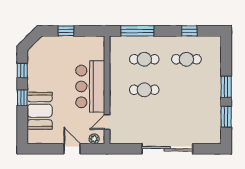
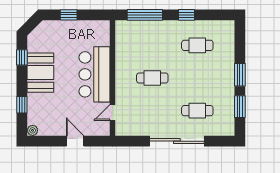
window: (189, 31) -> (187, 15), moved
cafe table: (144, 59) -> (197, 111), moved
window: (22, 98) -> (22, 105), moved
booth: (40, 111) -> (40, 73), moved
plant: (94, 139) -> (33, 130), moved

